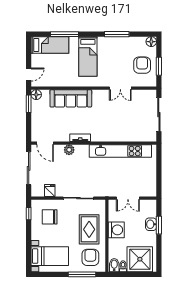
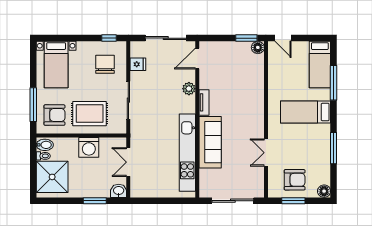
sofa: (71, 98) -> (210, 142), moved, turned 180
washbasin: (151, 224) -> (119, 191), moved

